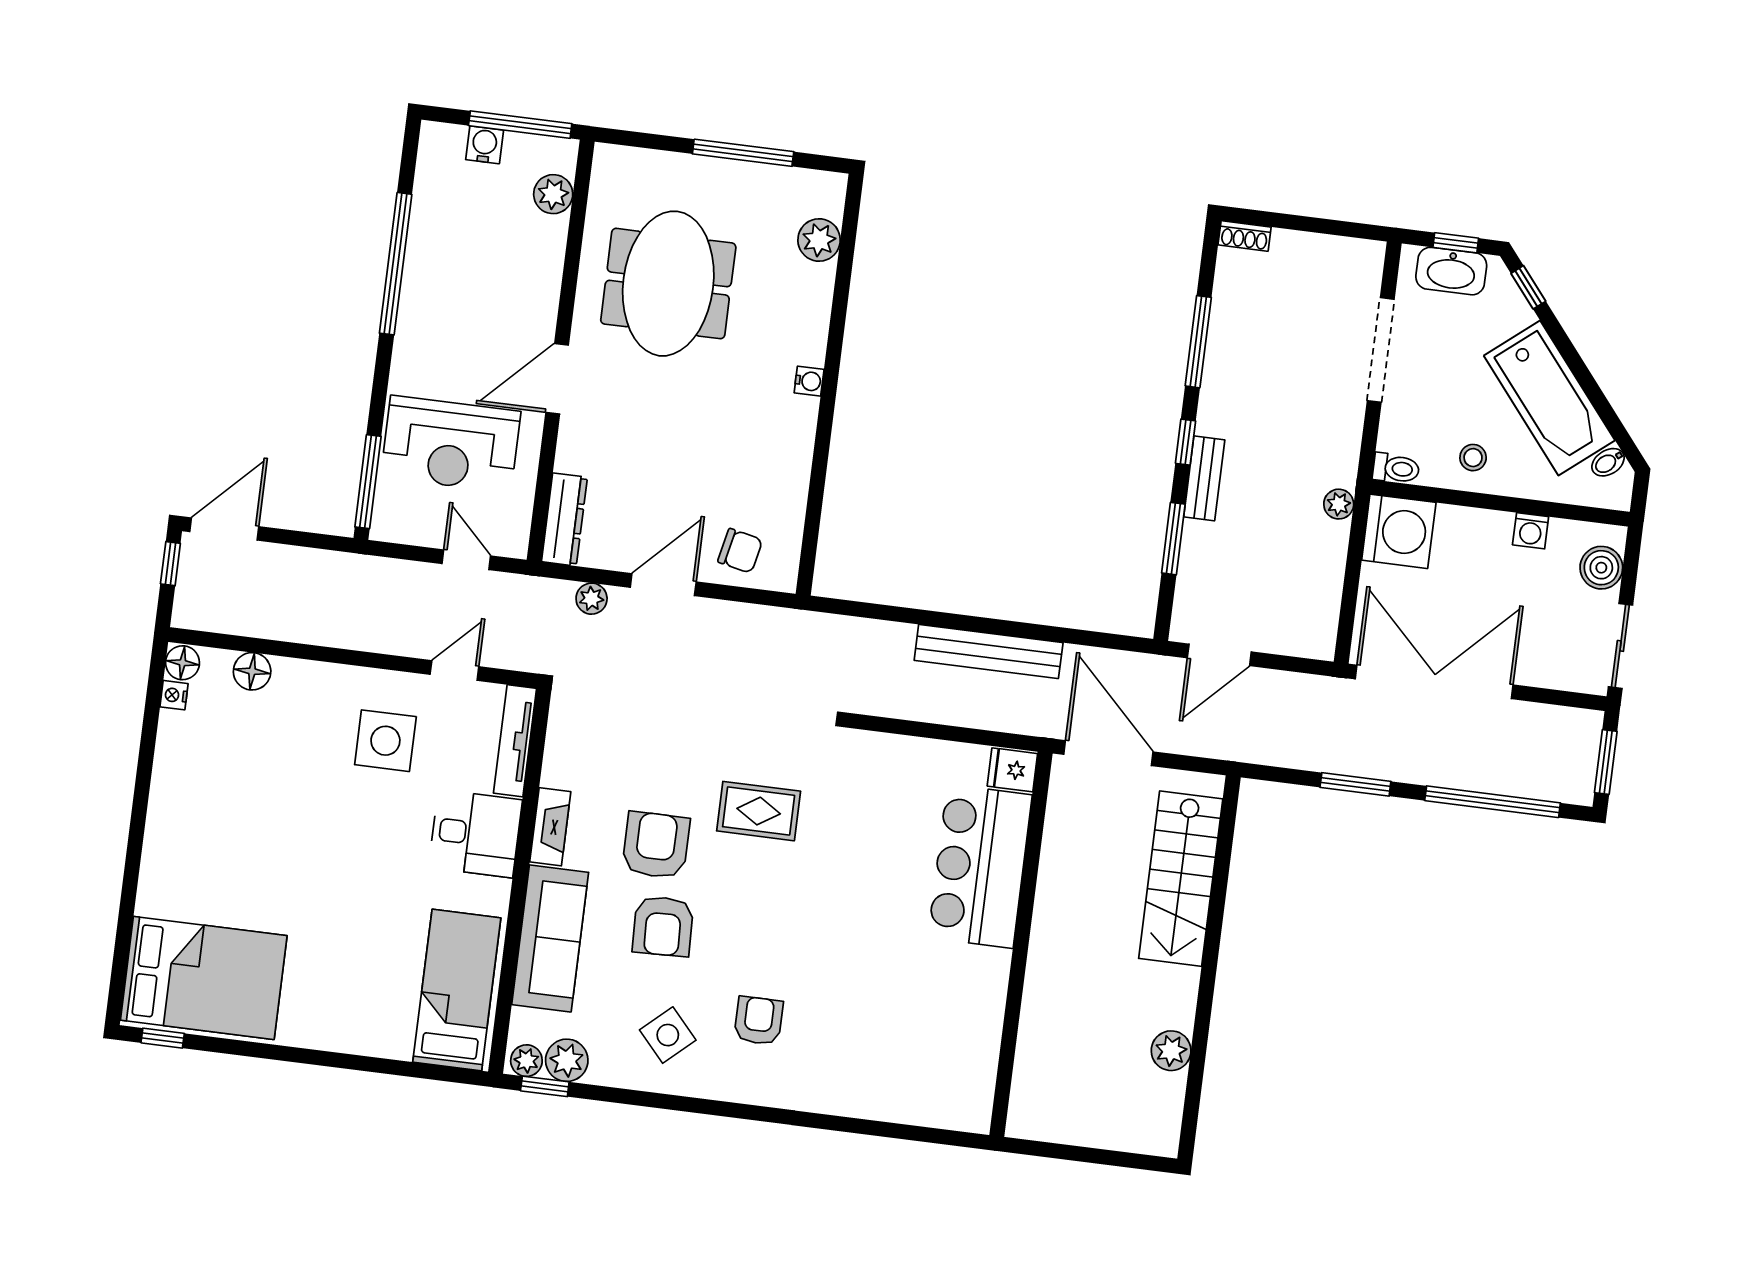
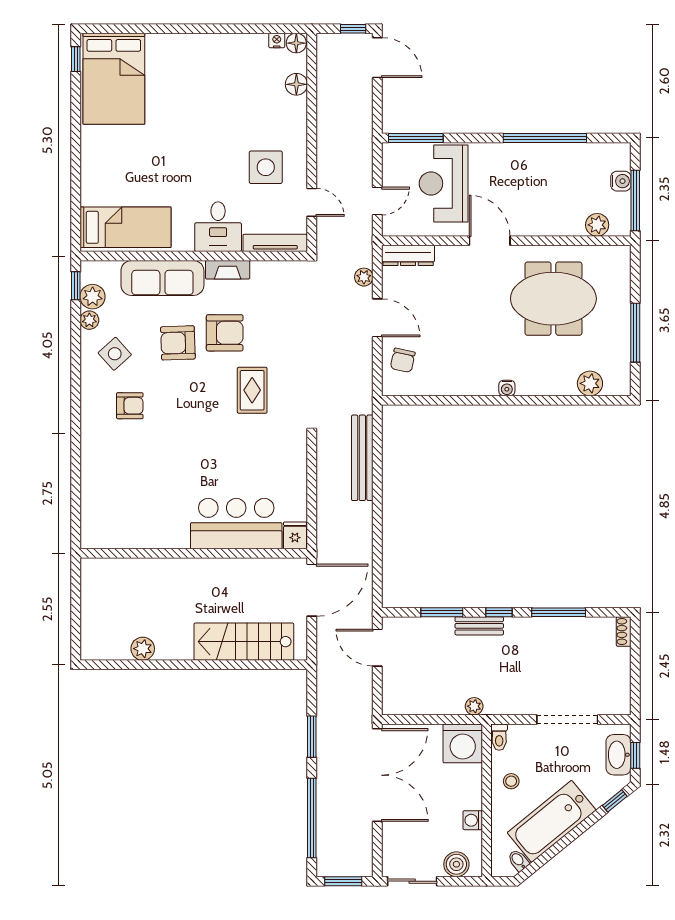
bench: (989, 651) -> (362, 458), moved
plant: (526, 1061) -> (89, 320), moved

